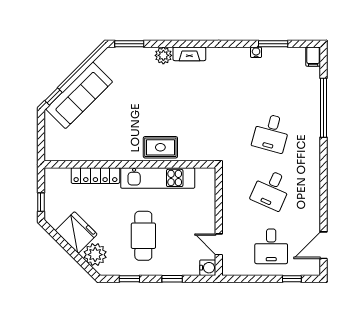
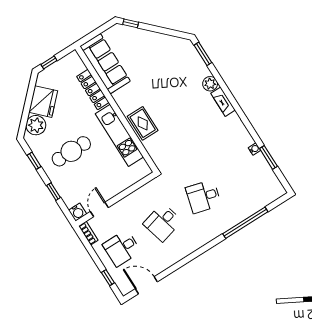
filing cabinet: (313, 57) -> (277, 192), removed
sofa: (79, 95) -> (105, 64), moved, turned -135
desk: (271, 190) -> (163, 222), turned -39
bookcase: (235, 270) -> (88, 233), added

